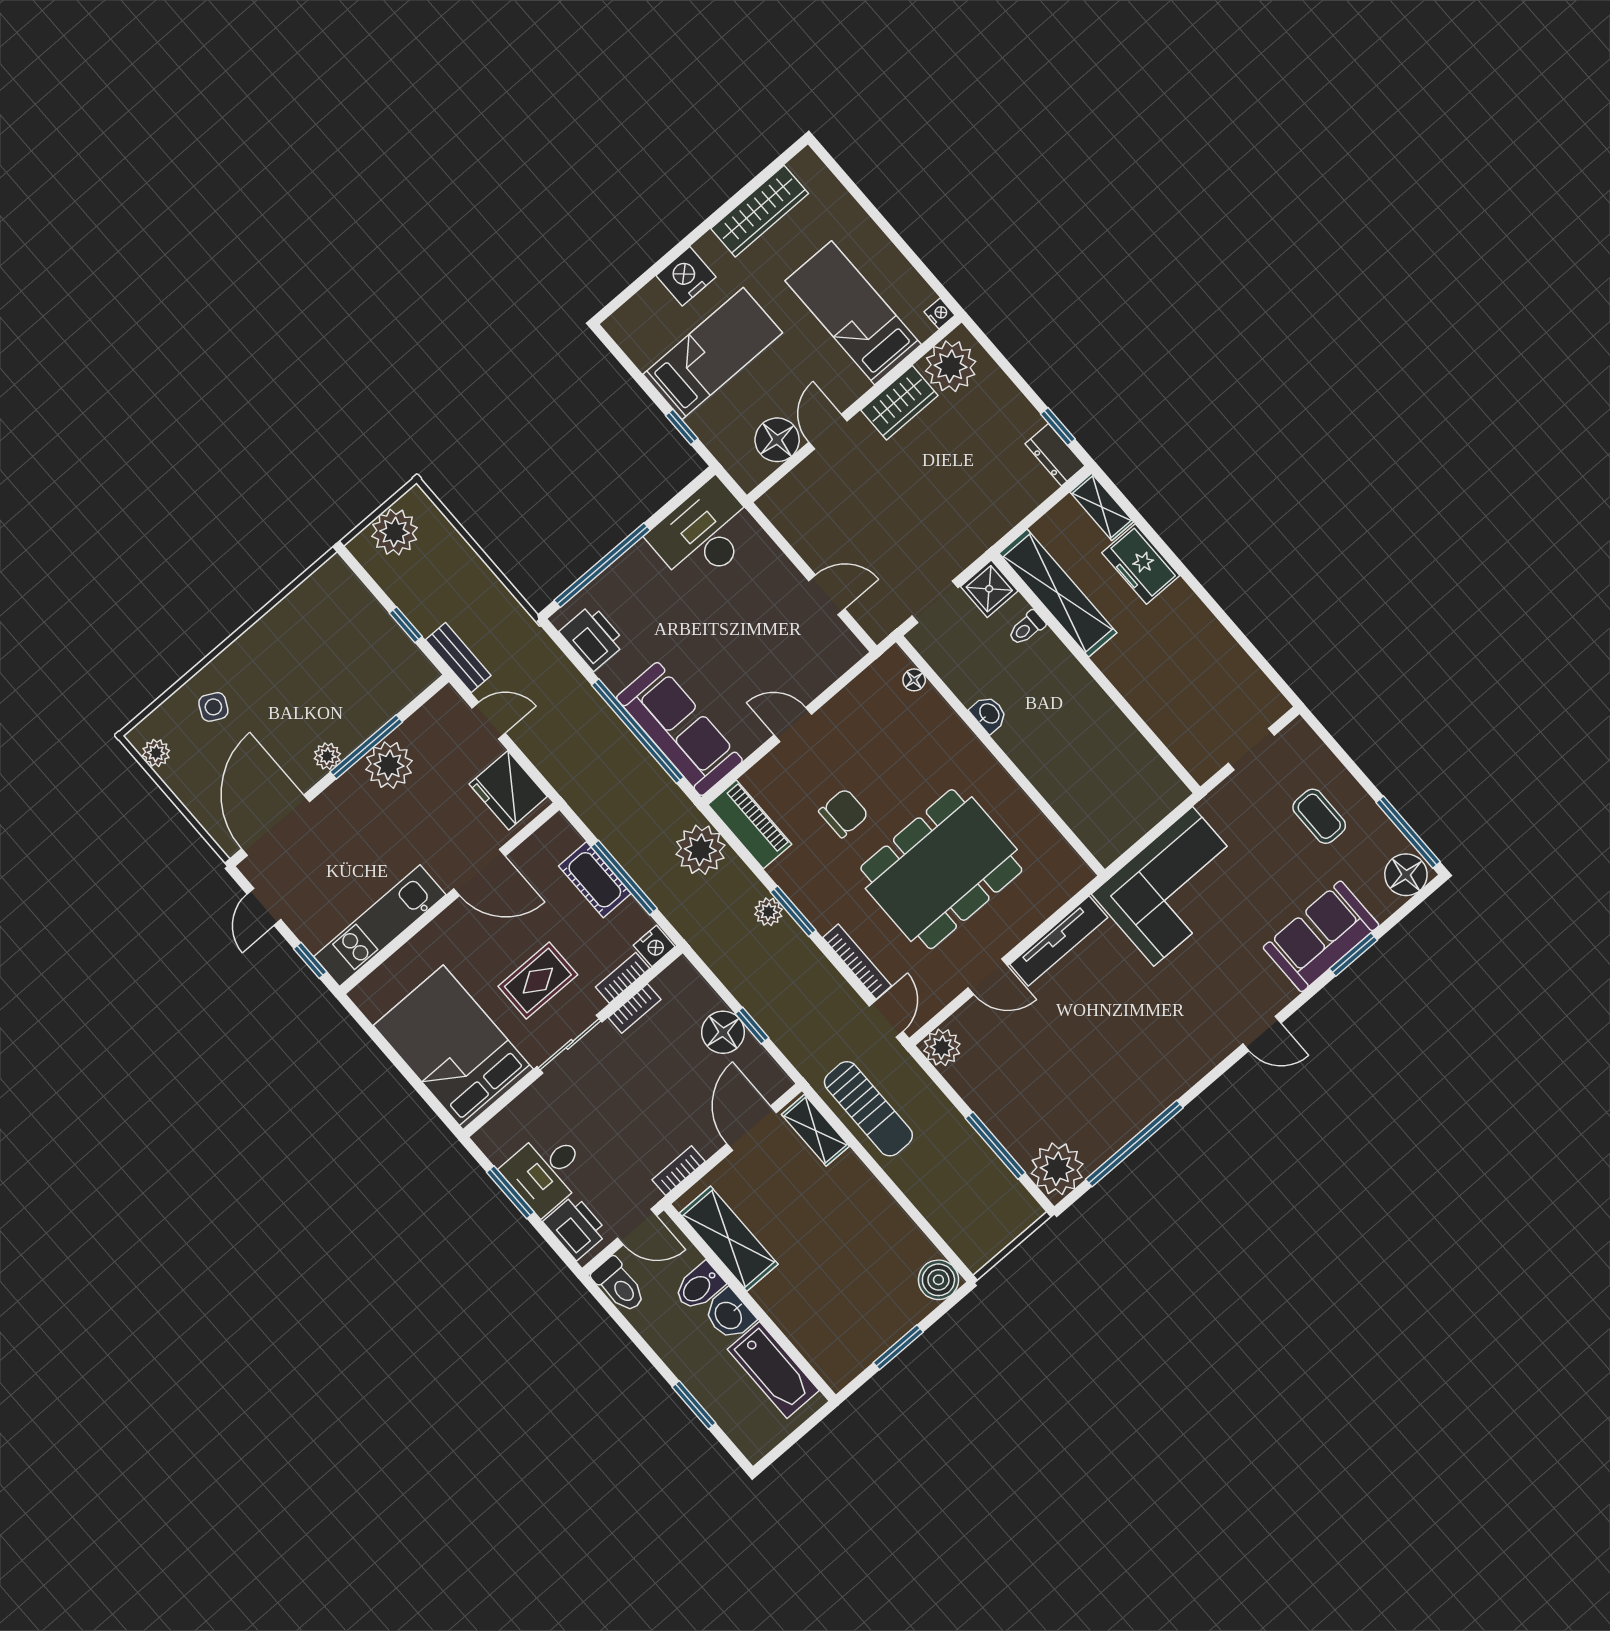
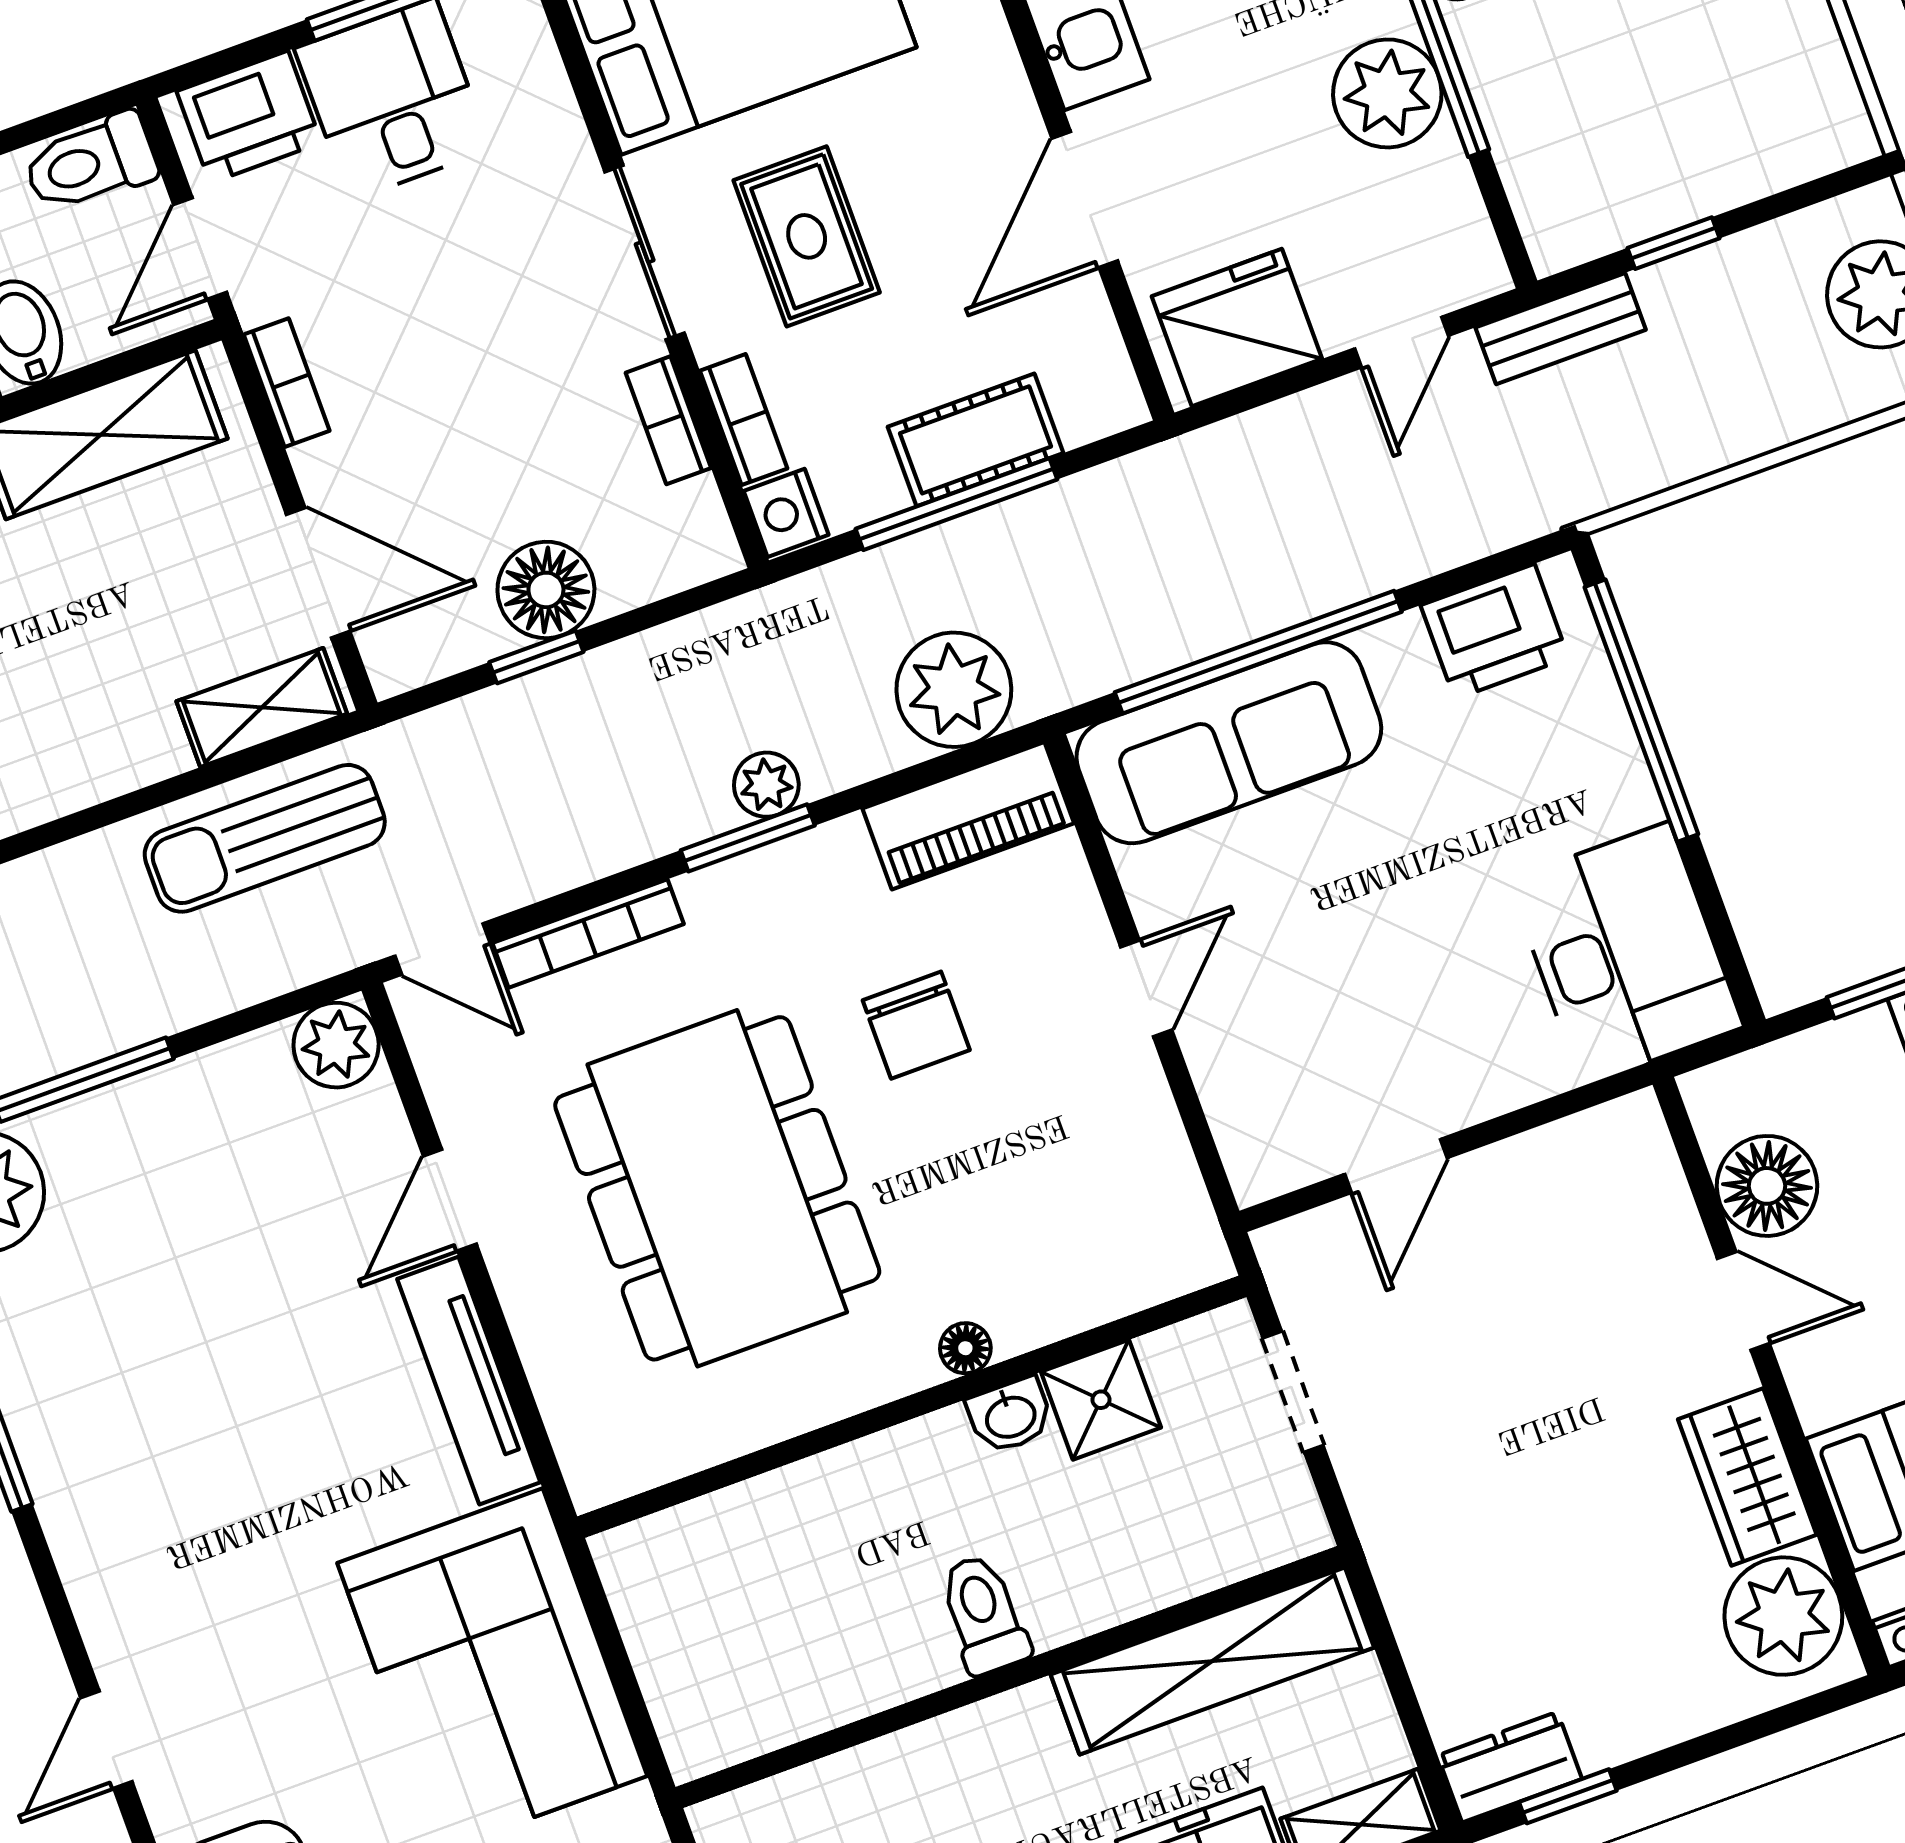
shower: (989, 589) -> (1101, 1400), moved
toilet: (1027, 628) -> (984, 1614), moved, width x1.37, depth x1.39
floor lamp: (914, 680) -> (965, 1348), moved

